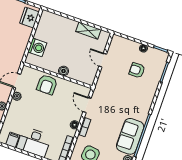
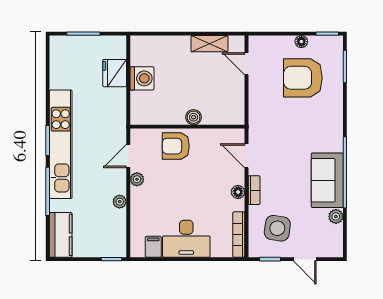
fridge: (29, 18) -> (115, 73), moved
washing machine: (37, 47) -> (142, 78), moved
door: (103, 60) -> (246, 64), moved
armchair: (137, 70) -> (303, 78), width x1.88, depth x1.88
armchair: (47, 85) -> (176, 146), turned 90

